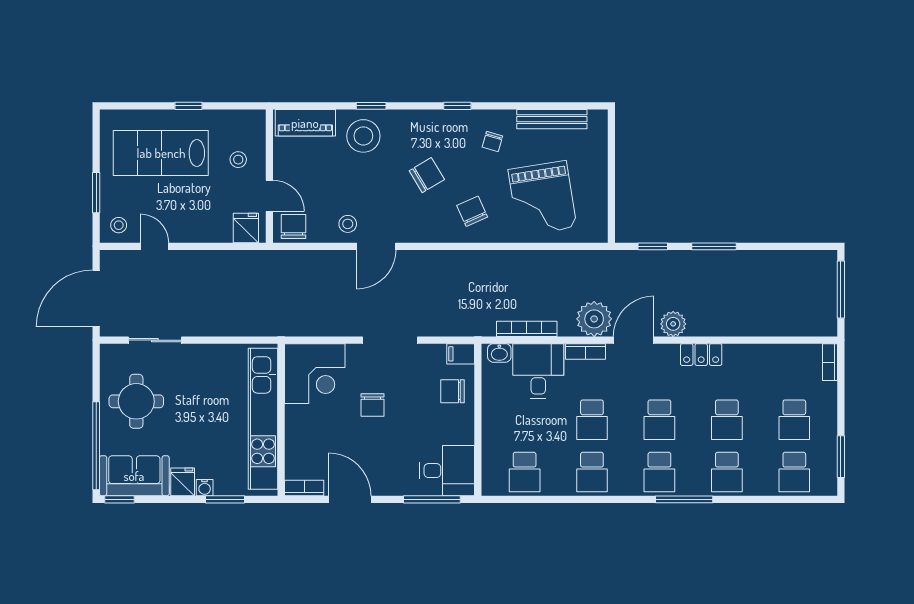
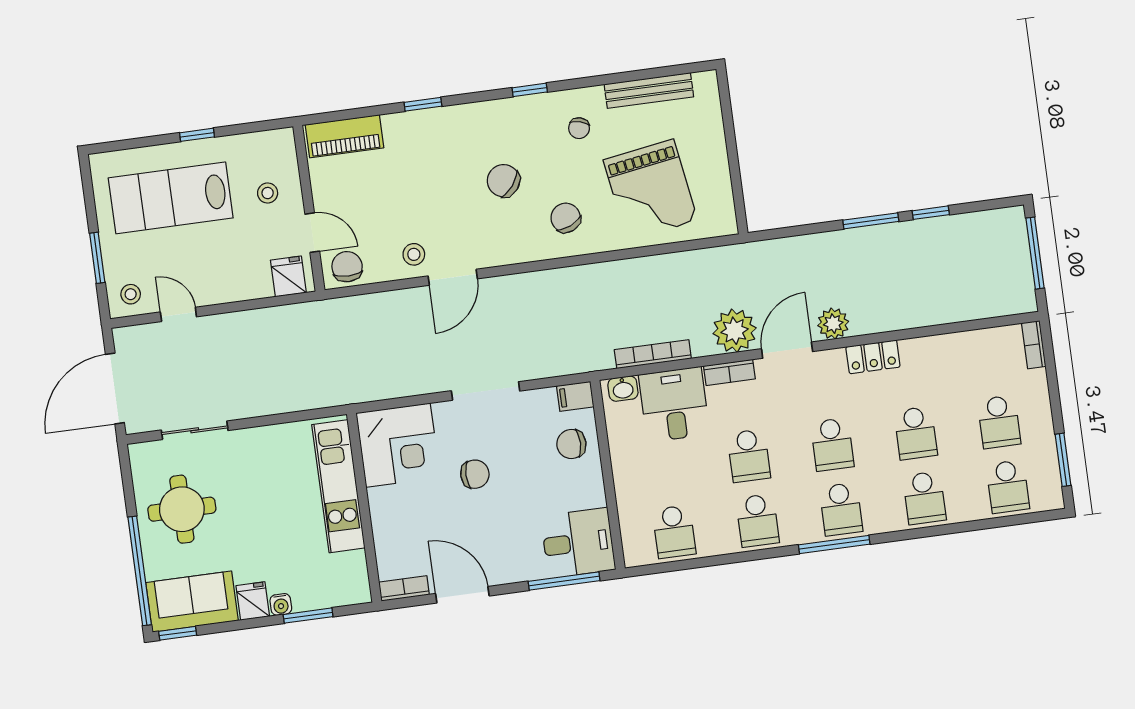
stool: (363, 136) -> (418, 143), removed
chair: (427, 175) -> (504, 181), turned -111
window: (653, 246) -> (931, 213), moved
chair: (373, 405) -> (475, 474), turned -90
kitchen unit: (263, 419) -> (338, 486), width x0.73
window: (684, 499) -> (834, 544), moved

